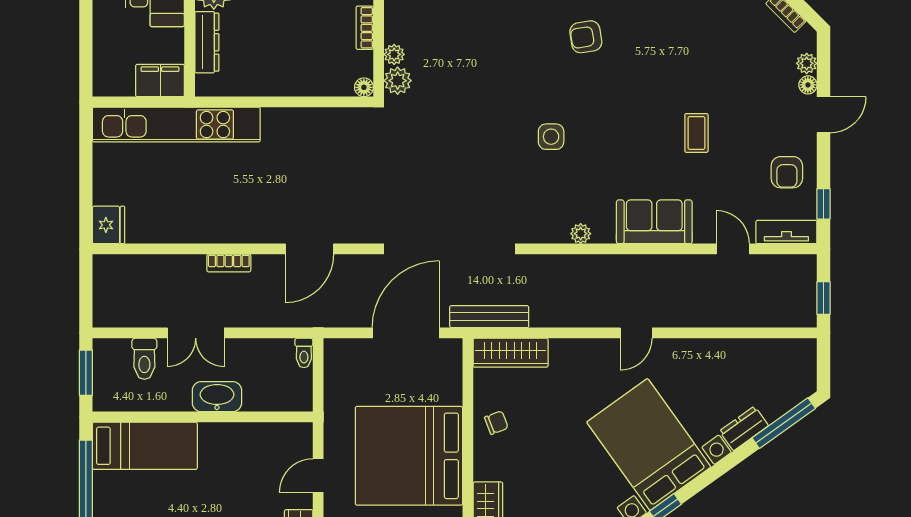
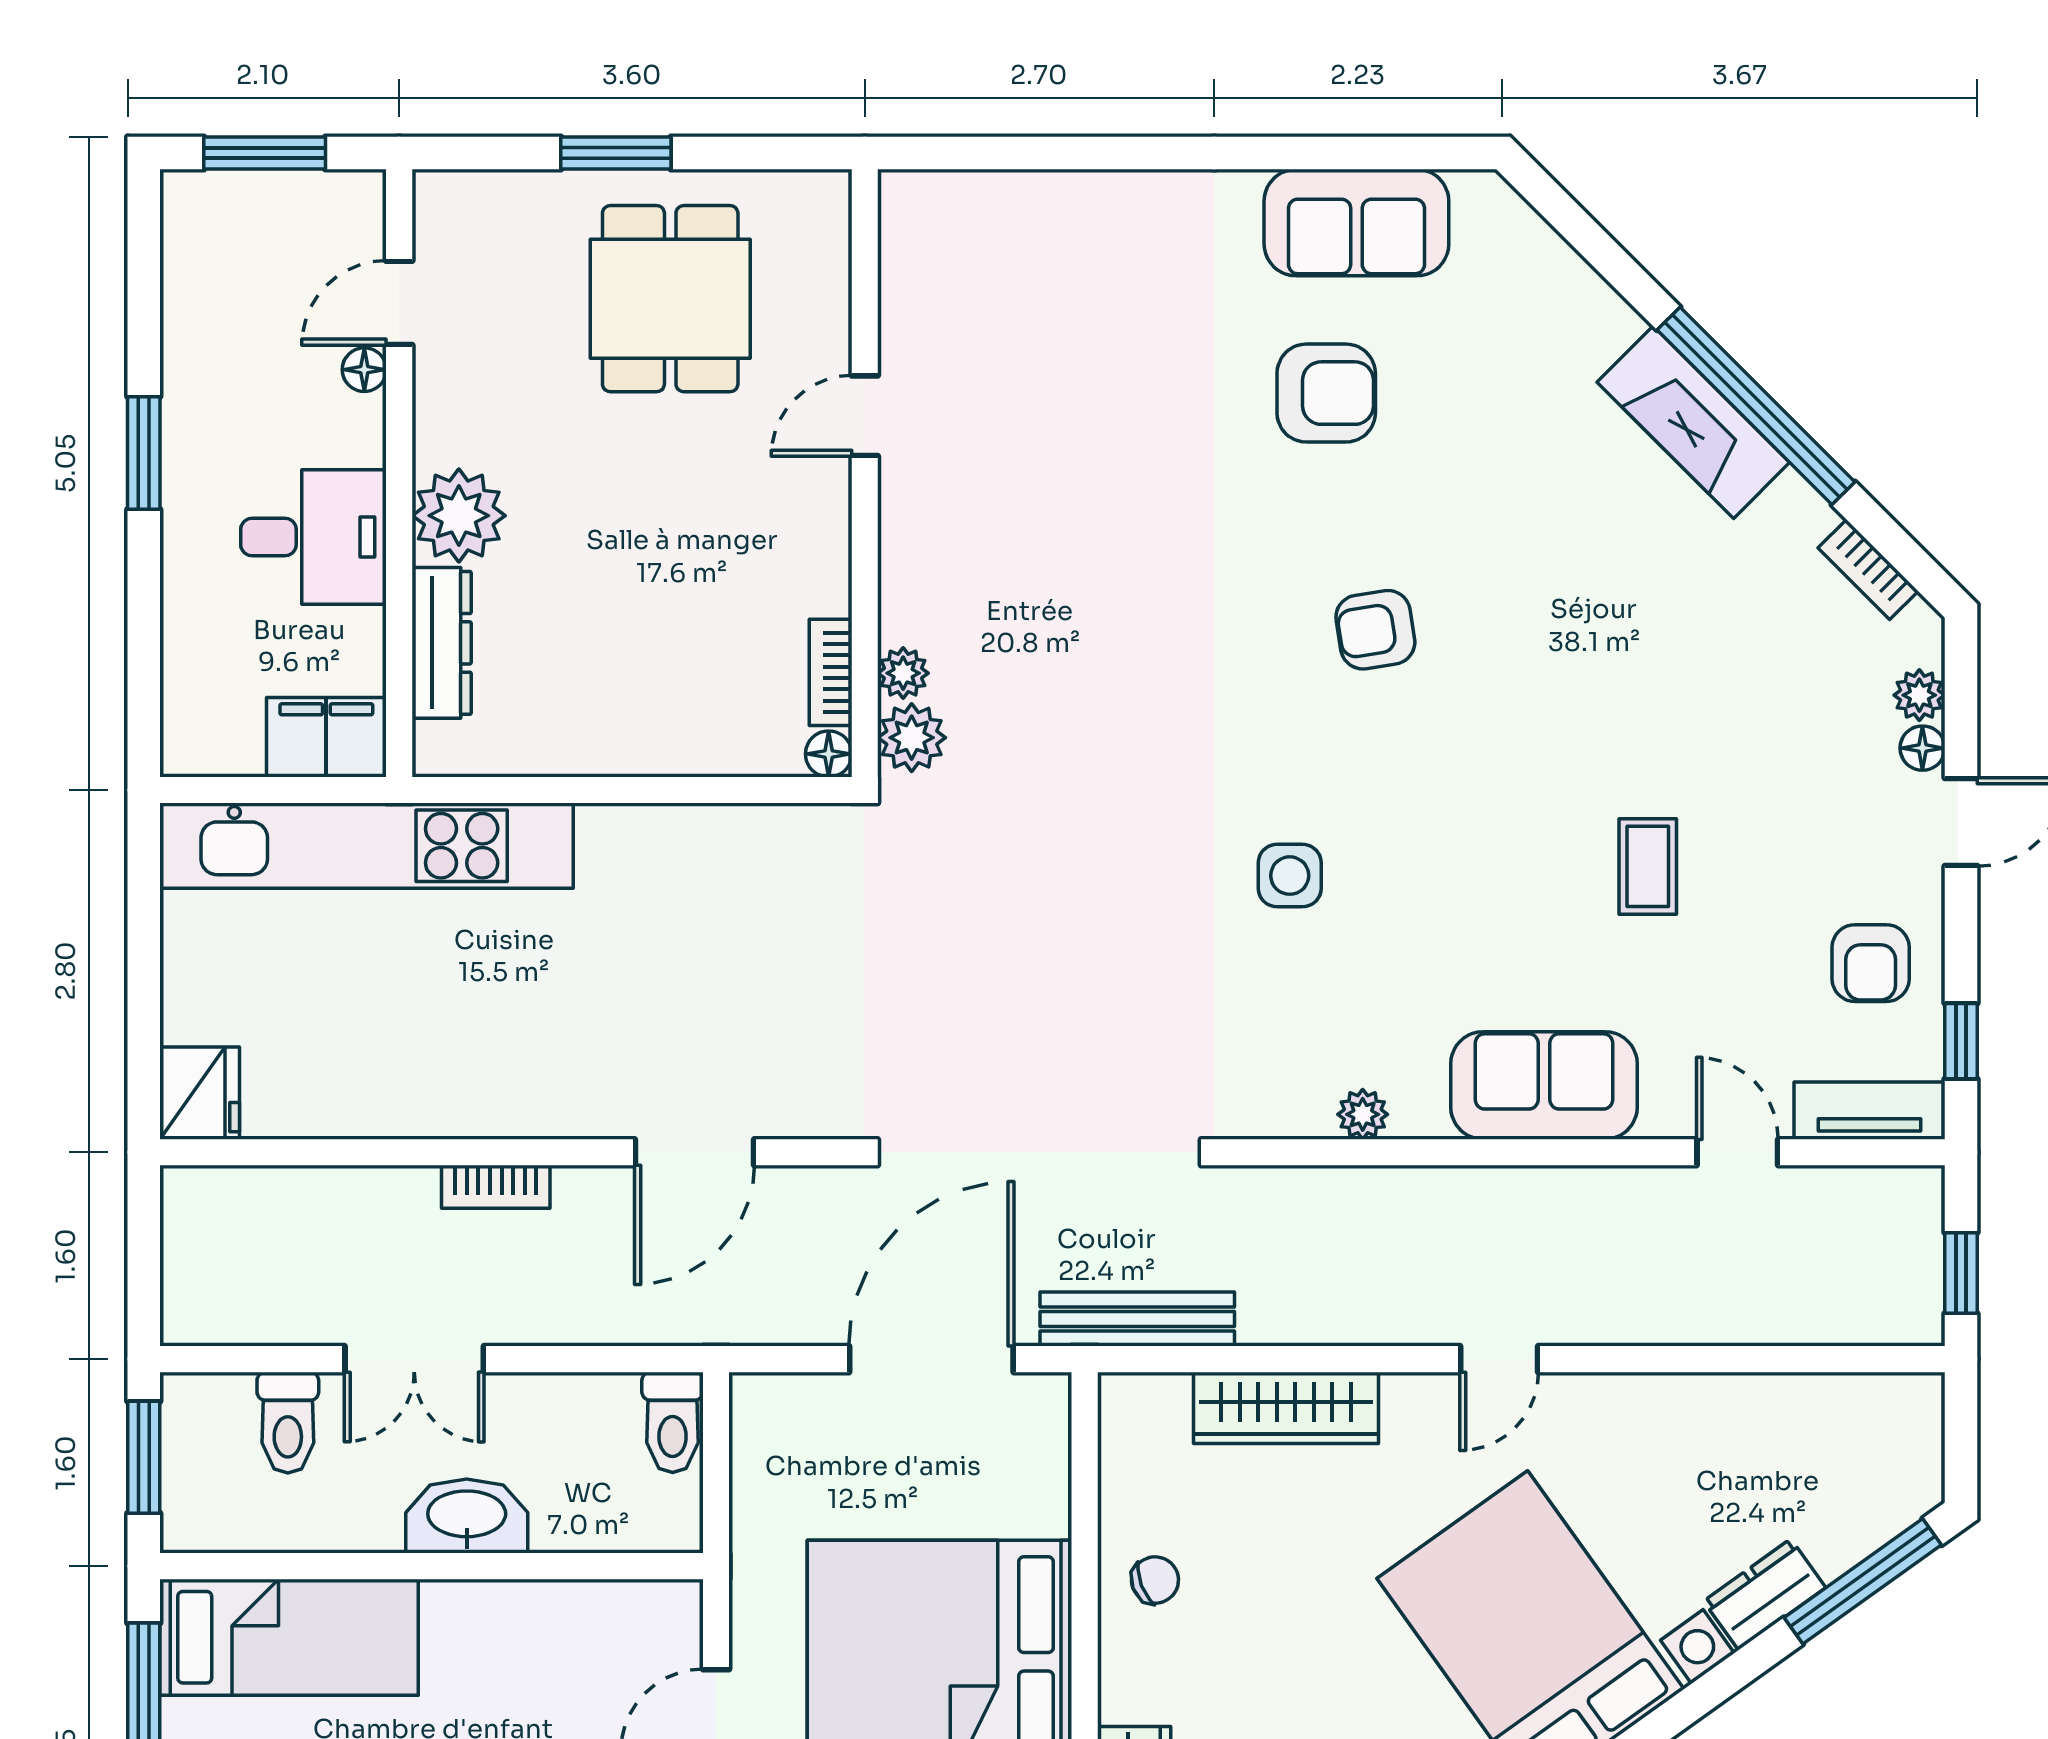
bookcase: (365, 28) -> (831, 672), moved
toilet: (304, 353) -> (673, 1422), width x1.37, depth x1.39
wardrobe: (511, 353) -> (1286, 1408), moved

